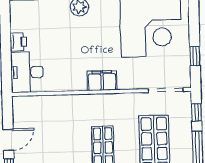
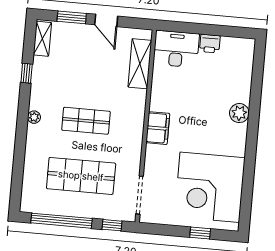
window: (195, 56) -> (200, 233), moved
shelving: (45, 104) -> (140, 64), added

